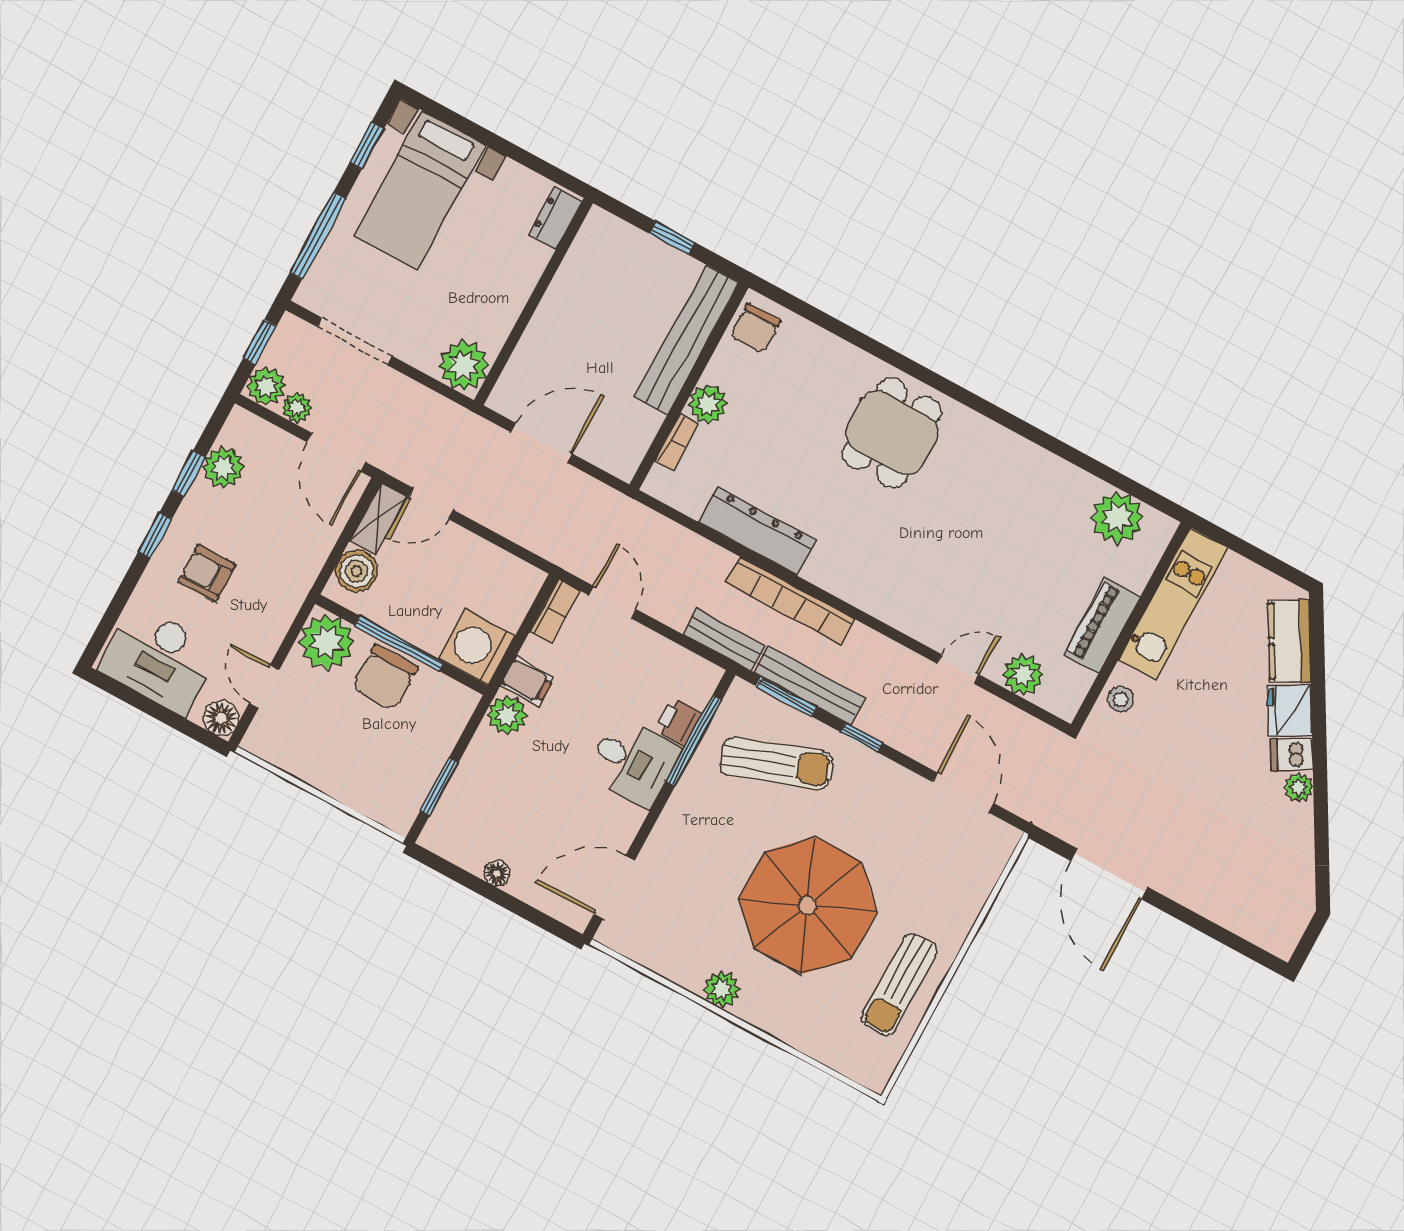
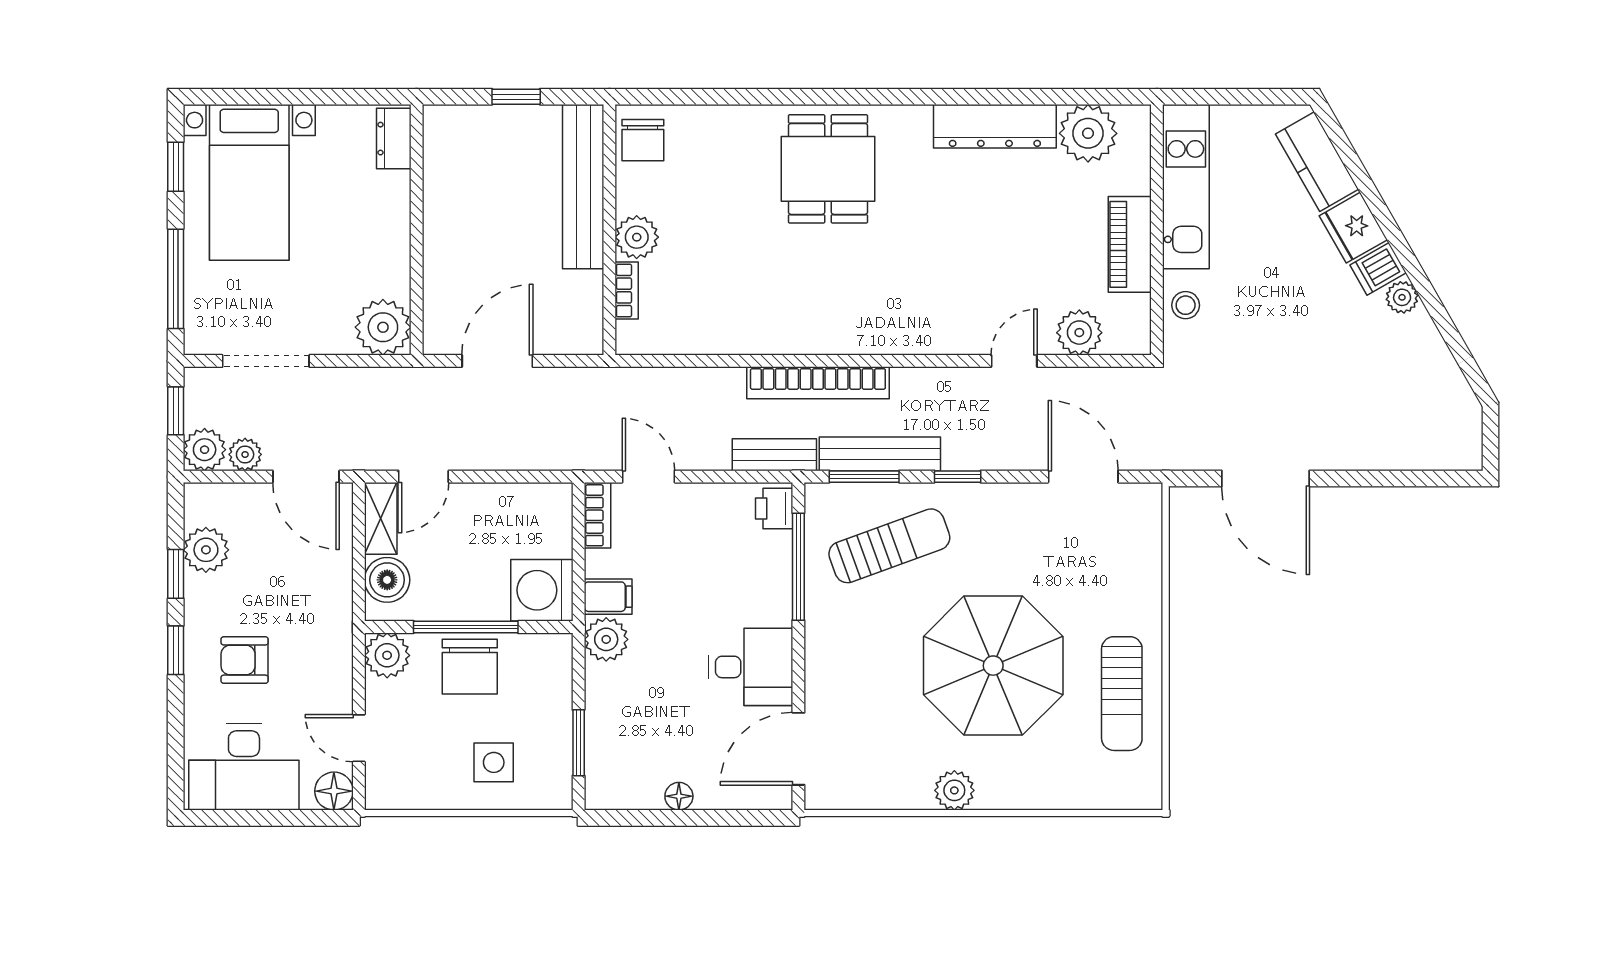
dresser: (757, 531) -> (995, 126), moved, turned 180
plant: (326, 642) -> (387, 655), width x0.73, depth x0.73
printer: (679, 722) -> (774, 509), moved
desk: (633, 762) -> (751, 667), moved
side table: (362, 765) -> (494, 762), added

